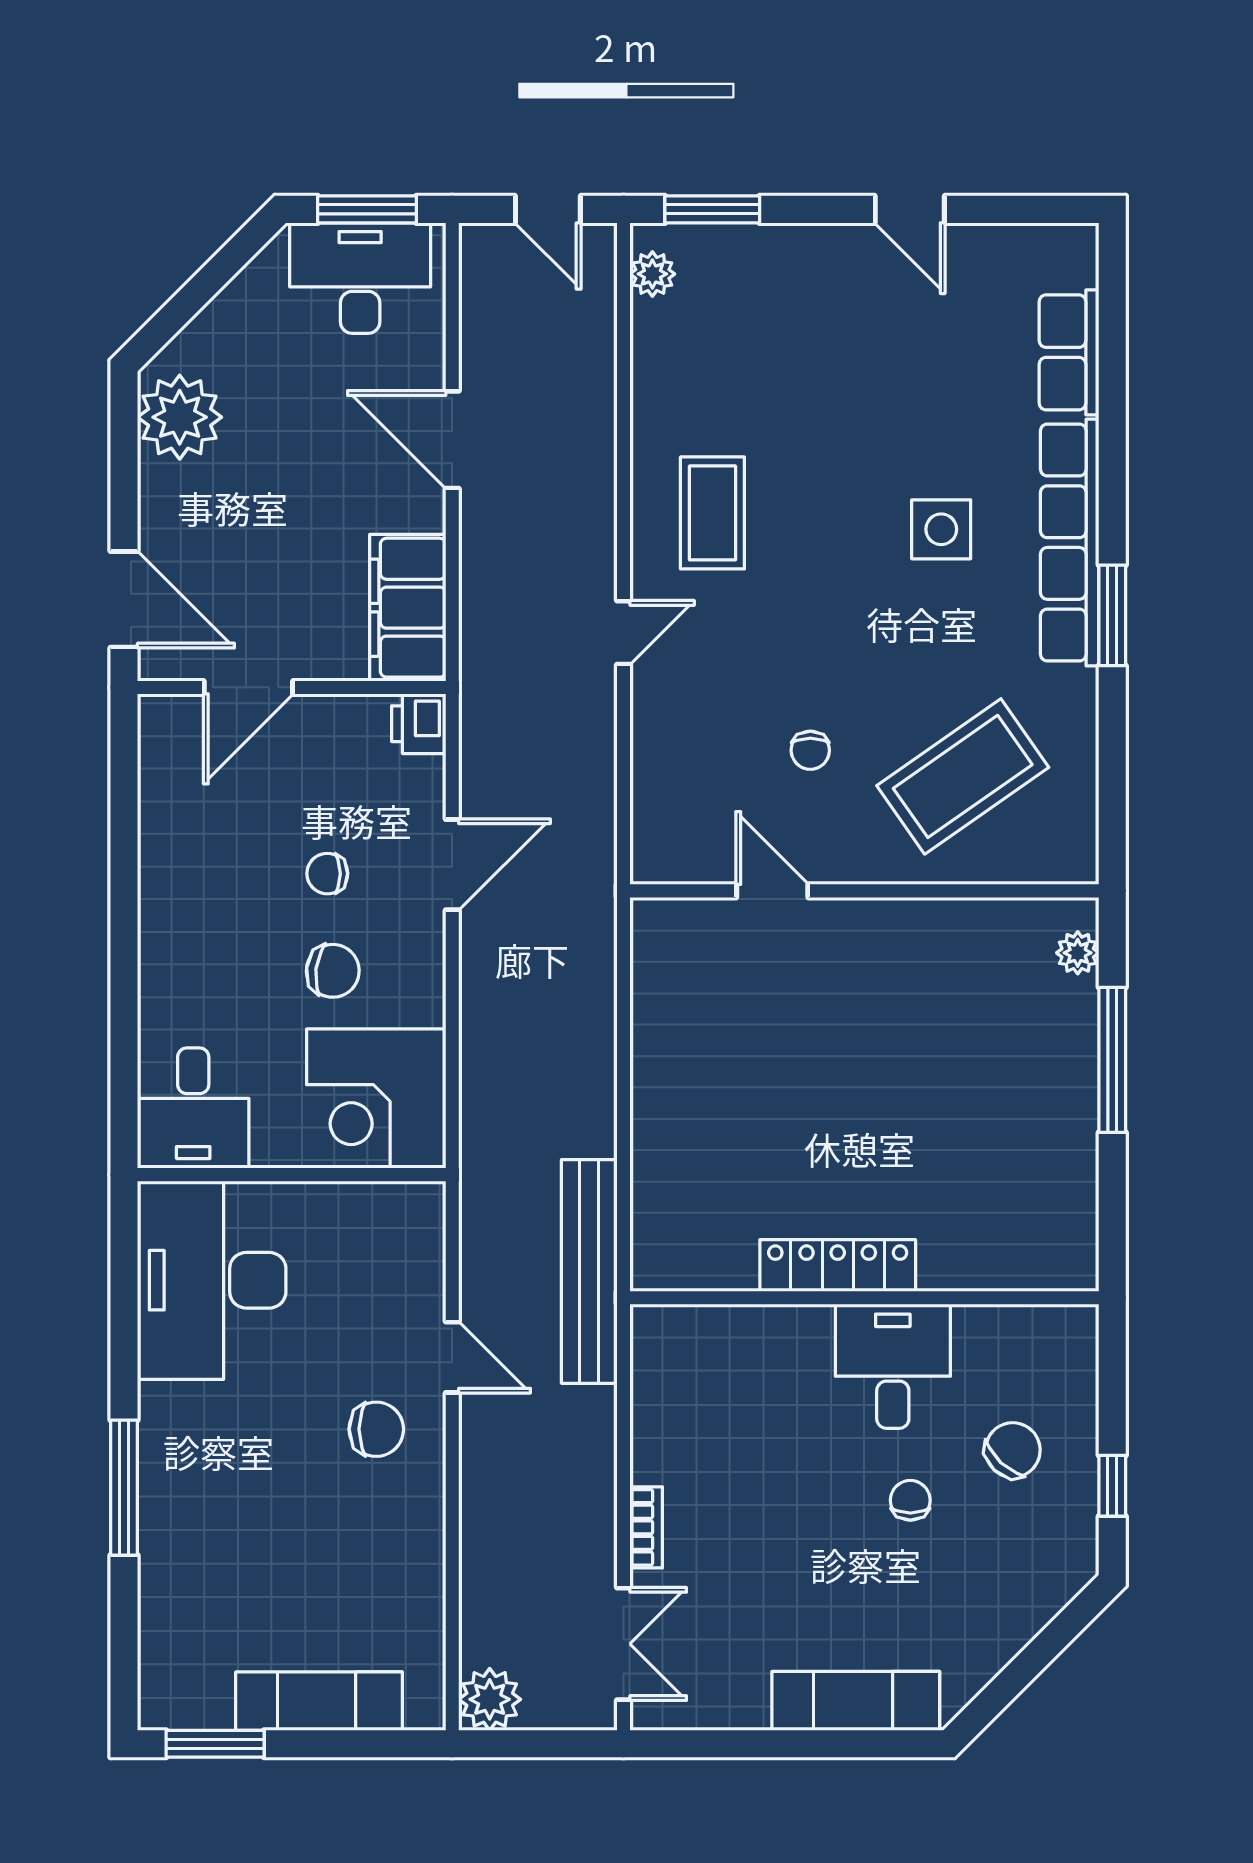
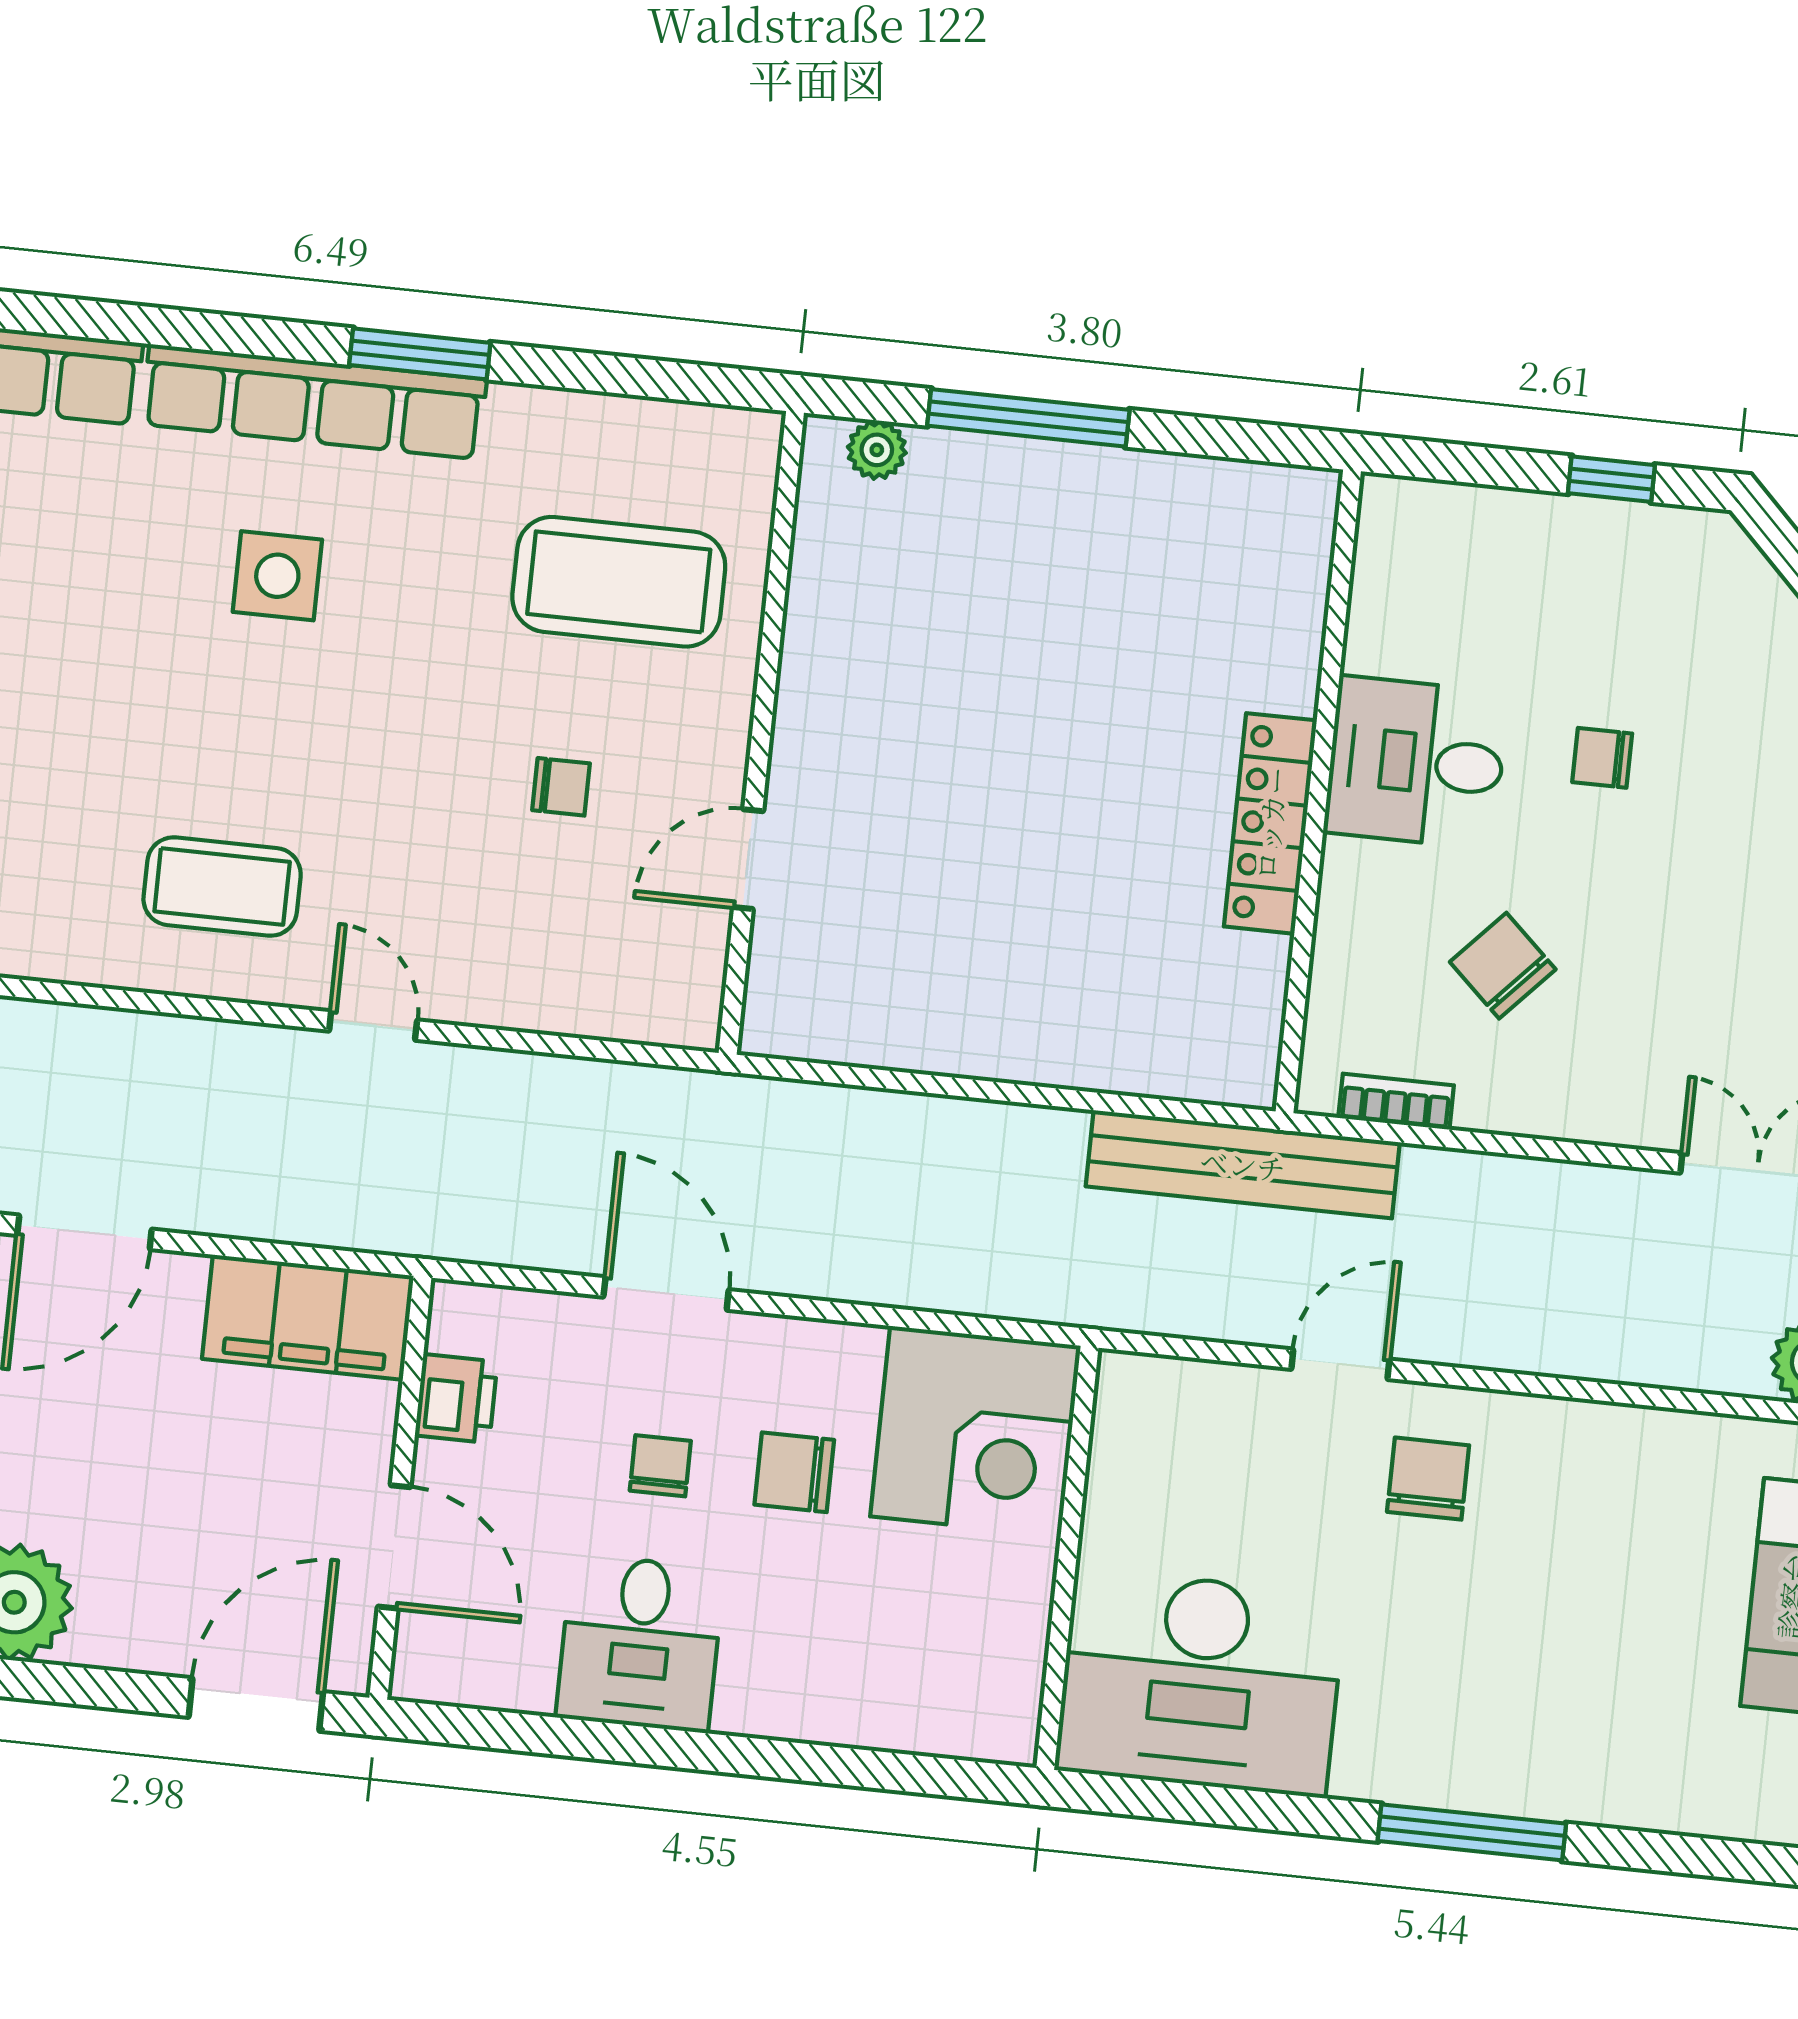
printer: (419, 724) -> (456, 1399), moved, turned -90
coffee table: (963, 776) -> (619, 582), turned -55
chair: (327, 874) -> (660, 1466), turned 180
chair: (333, 971) -> (794, 1472), turned -97
desk: (193, 1108) -> (640, 1643), moved, turned 90
chair: (1013, 1450) -> (1503, 966), moved
bookcase: (646, 1527) -> (1396, 1102), moved

